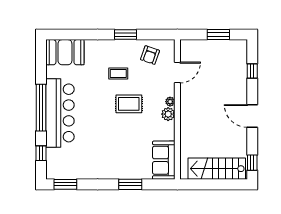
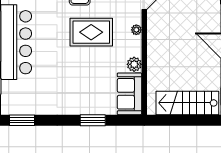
rug: (129, 104) -> (91, 32), width x1.36, depth x1.43
plant: (168, 114) -> (134, 64), moved

